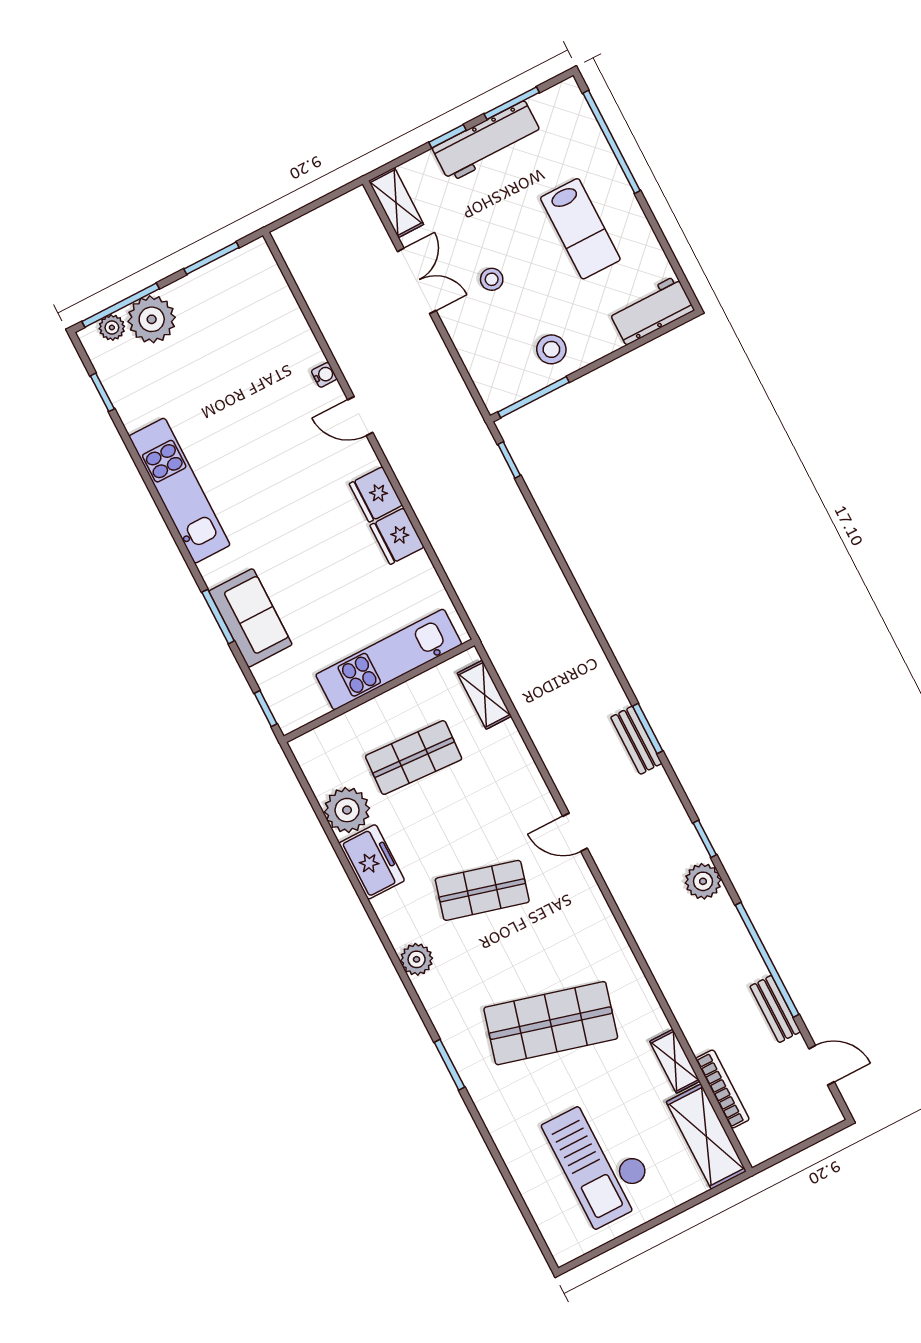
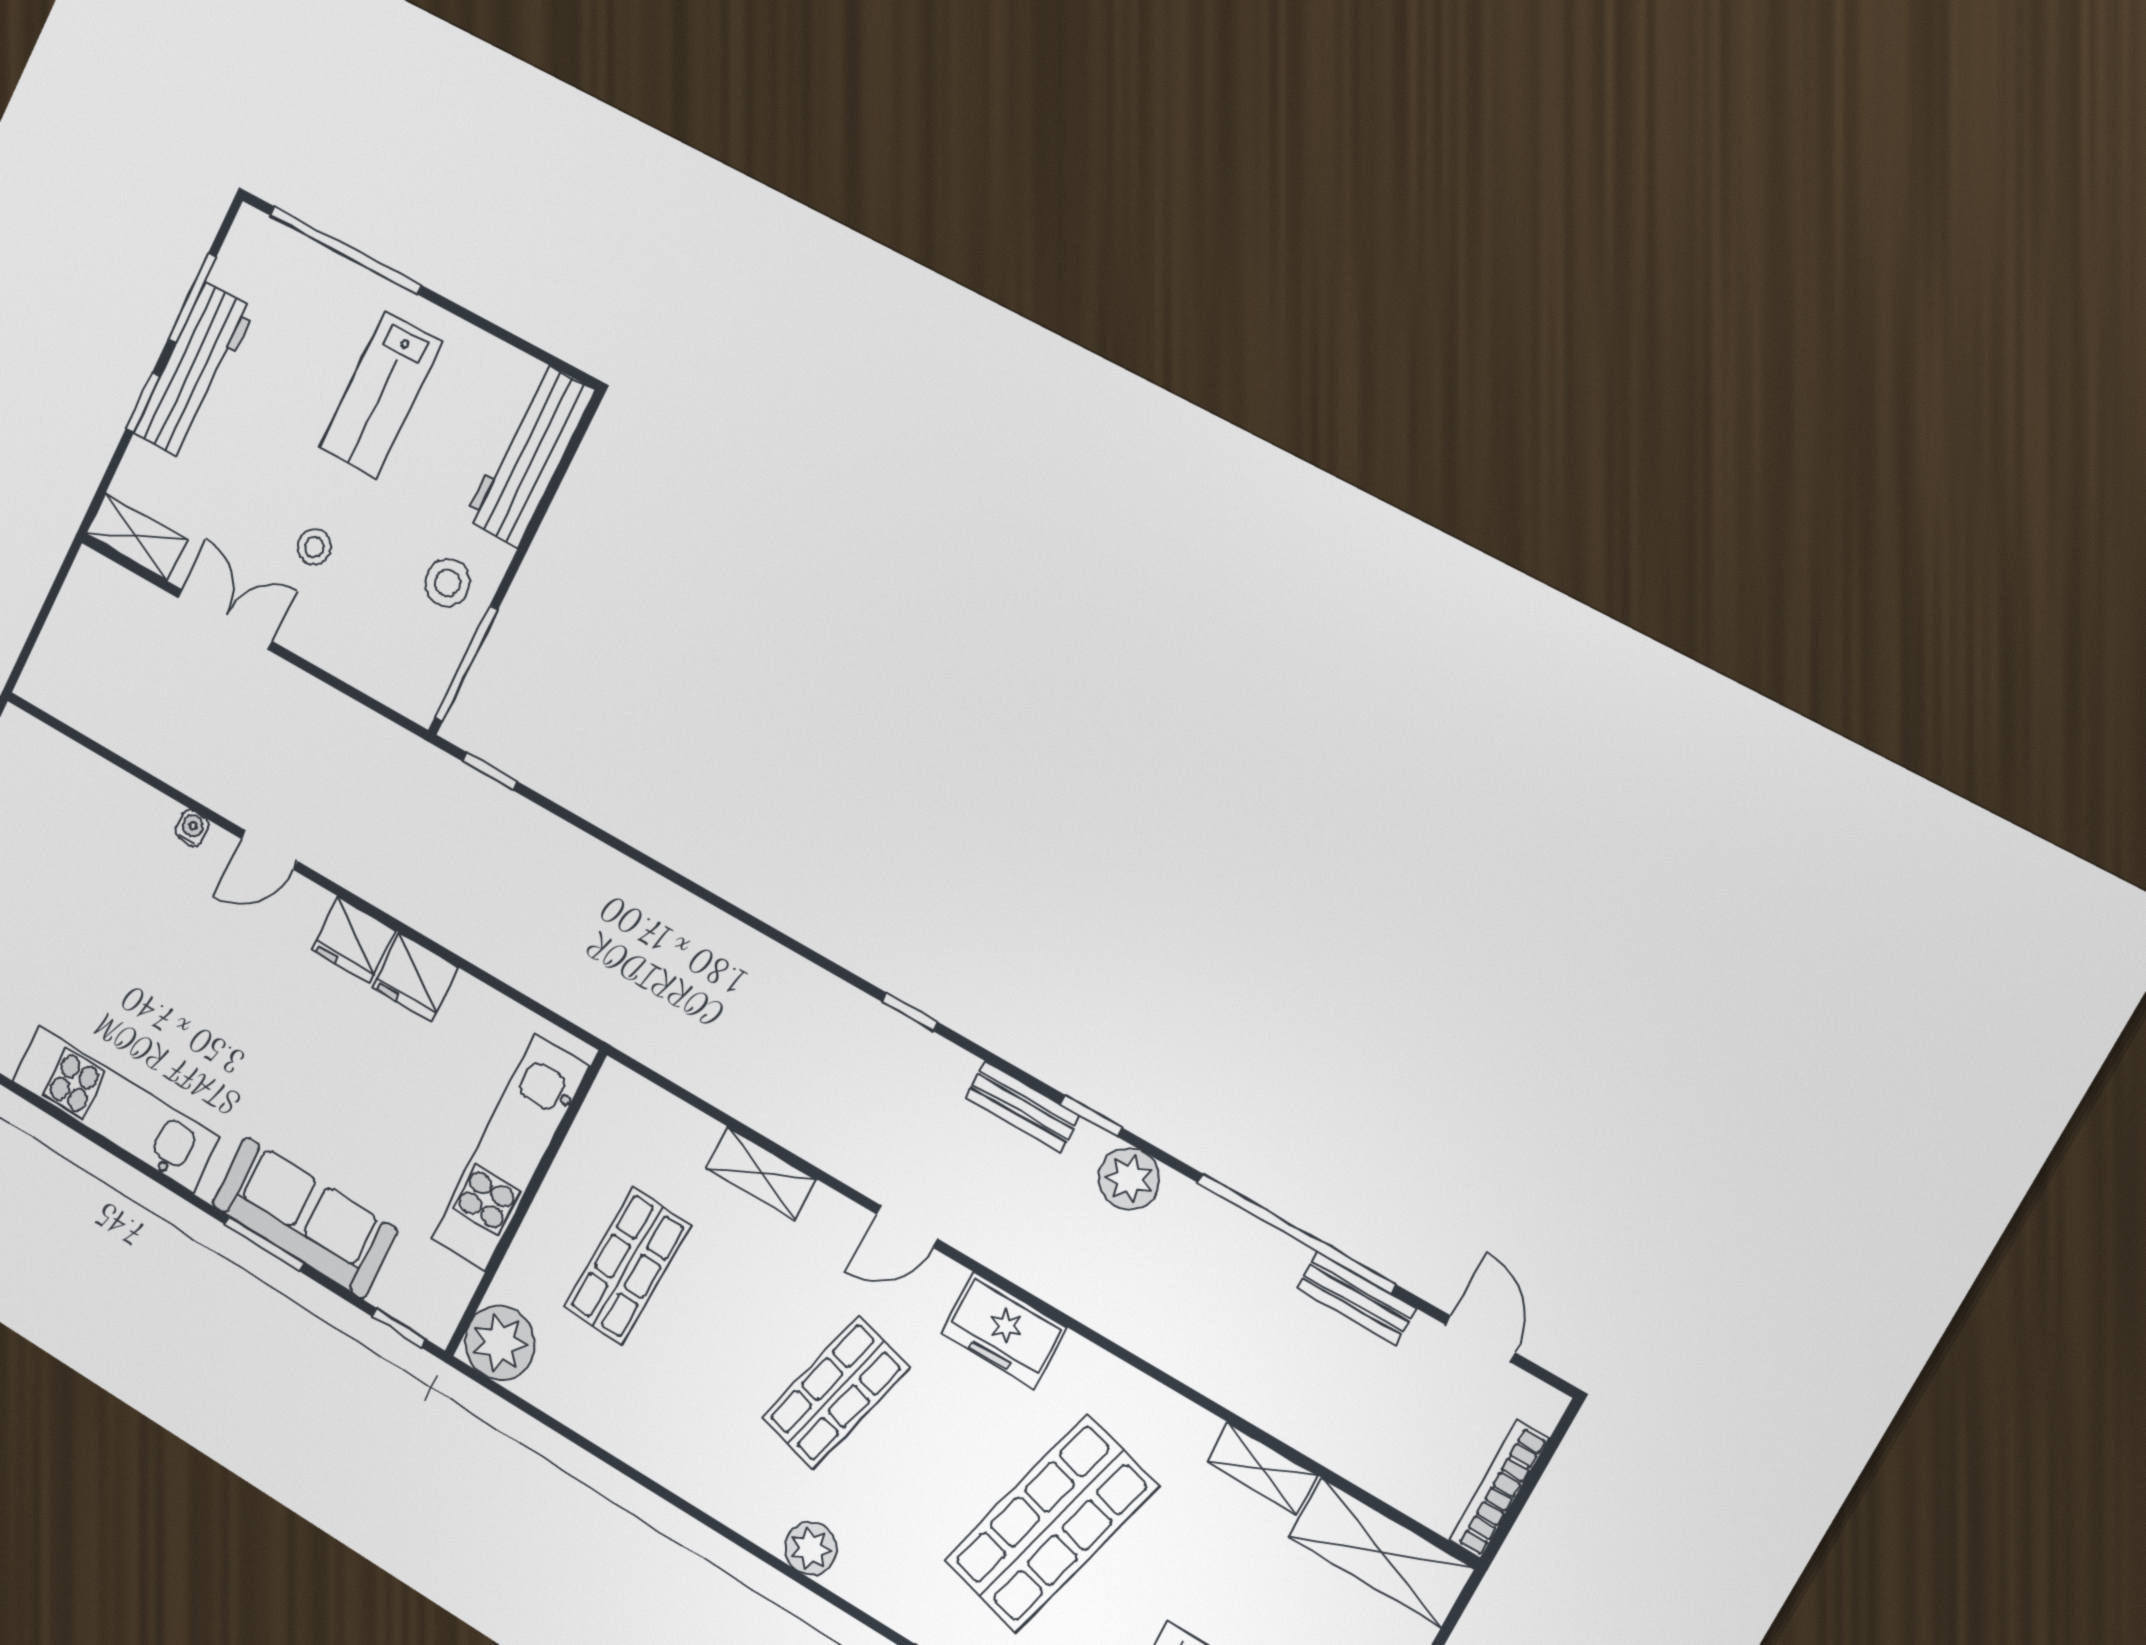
lab bench: (580, 229) -> (381, 395), turned 90
workbench: (651, 310) -> (529, 455), width x1.38
sofa: (250, 618) -> (304, 1217), width x1.36
shelving: (484, 695) -> (761, 1173), moved
window: (648, 728) -> (910, 1012), width x0.67
bench: (636, 740) -> (1023, 1107), moved
plant: (347, 810) -> (500, 1343), moved
freezer: (372, 862) -> (1004, 1330), moved, turned 180
door: (822, 1065) -> (1480, 1339), hinge flipped
bookcase: (722, 1089) -> (1499, 1489), moved, turned -90

